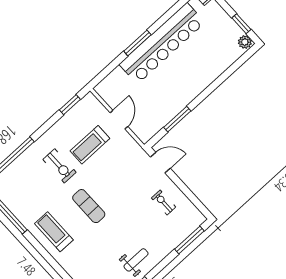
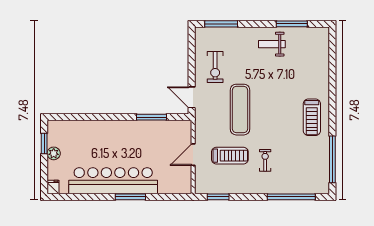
plant: (245, 42) -> (54, 153), moved
exercise bike: (60, 166) -> (265, 160), width x0.73, depth x0.72
exercise bike: (164, 203) -> (215, 67), width x1.38, depth x1.39
exercise mat: (89, 206) -> (240, 110), moved, width x1.36, depth x1.45

